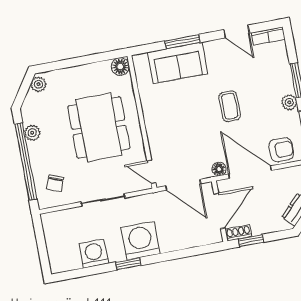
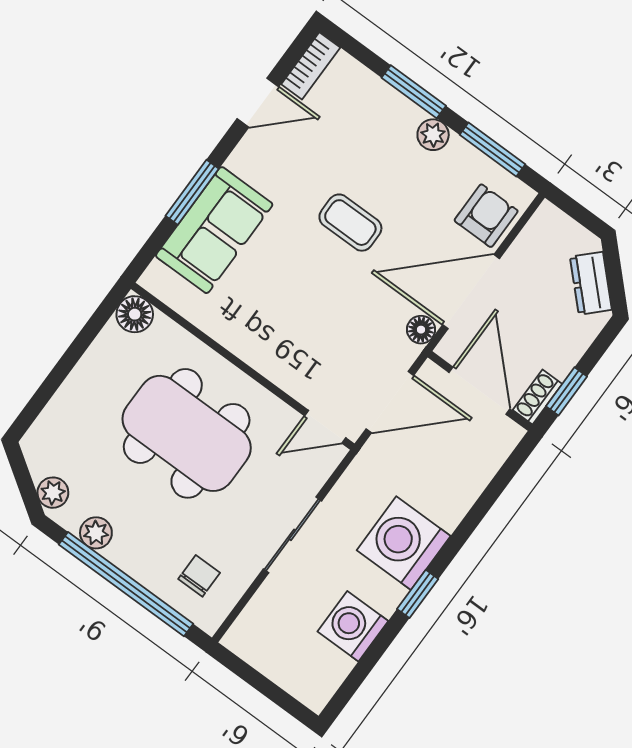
plant: (38, 84) -> (53, 493), moved
chair: (55, 183) -> (199, 576), turned -111

